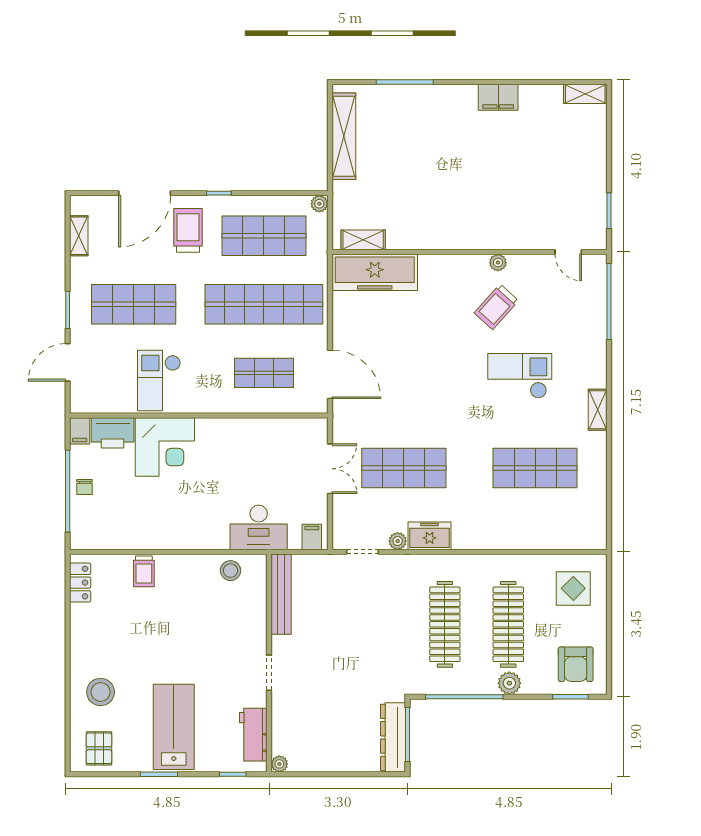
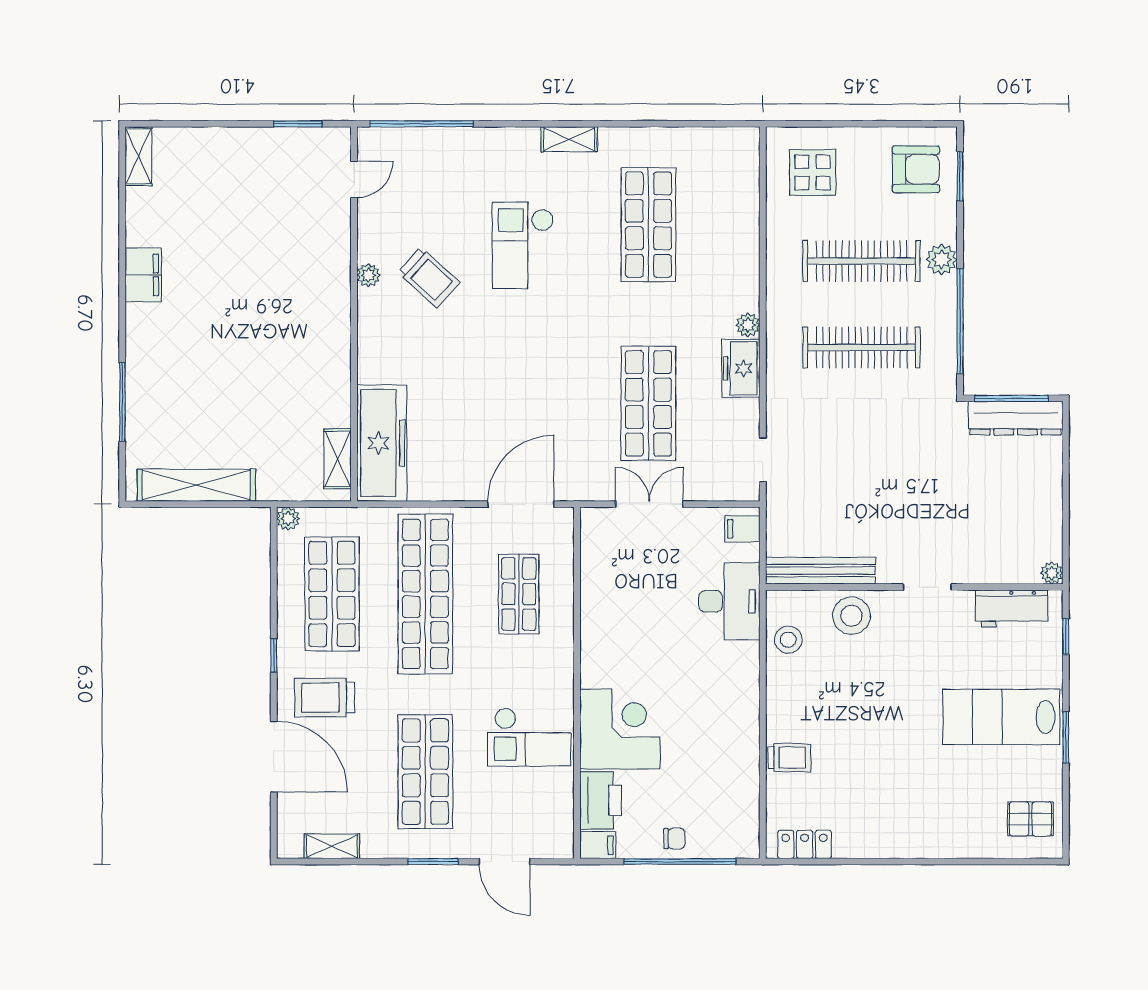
plant: (398, 541) -> (748, 325), moved
stool: (101, 692) -> (851, 616), moved

